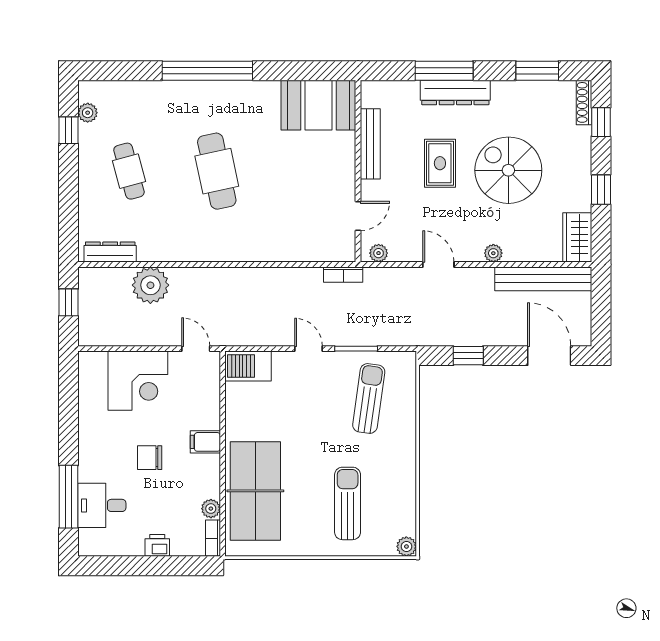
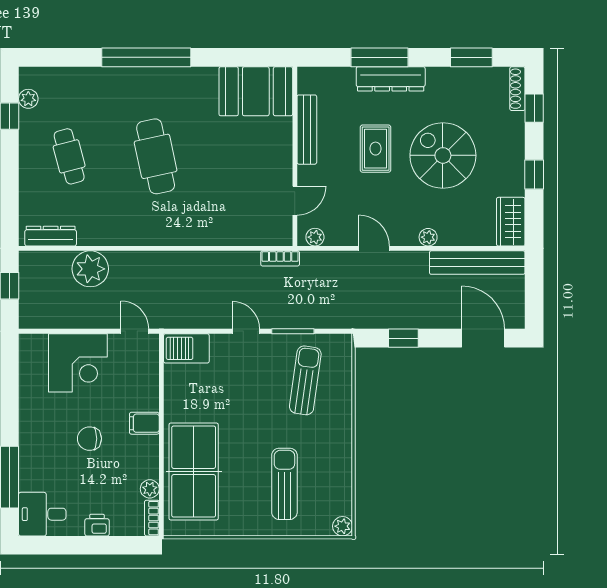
desk: (102, 505) -> (42, 514), moved

